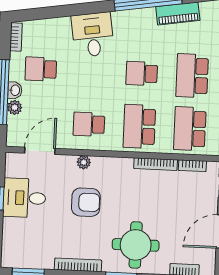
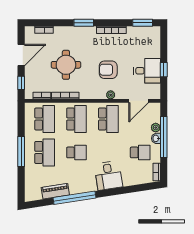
school desk: (89, 124) -> (108, 119), width x1.85
round table: (136, 245) -> (66, 65), moved

